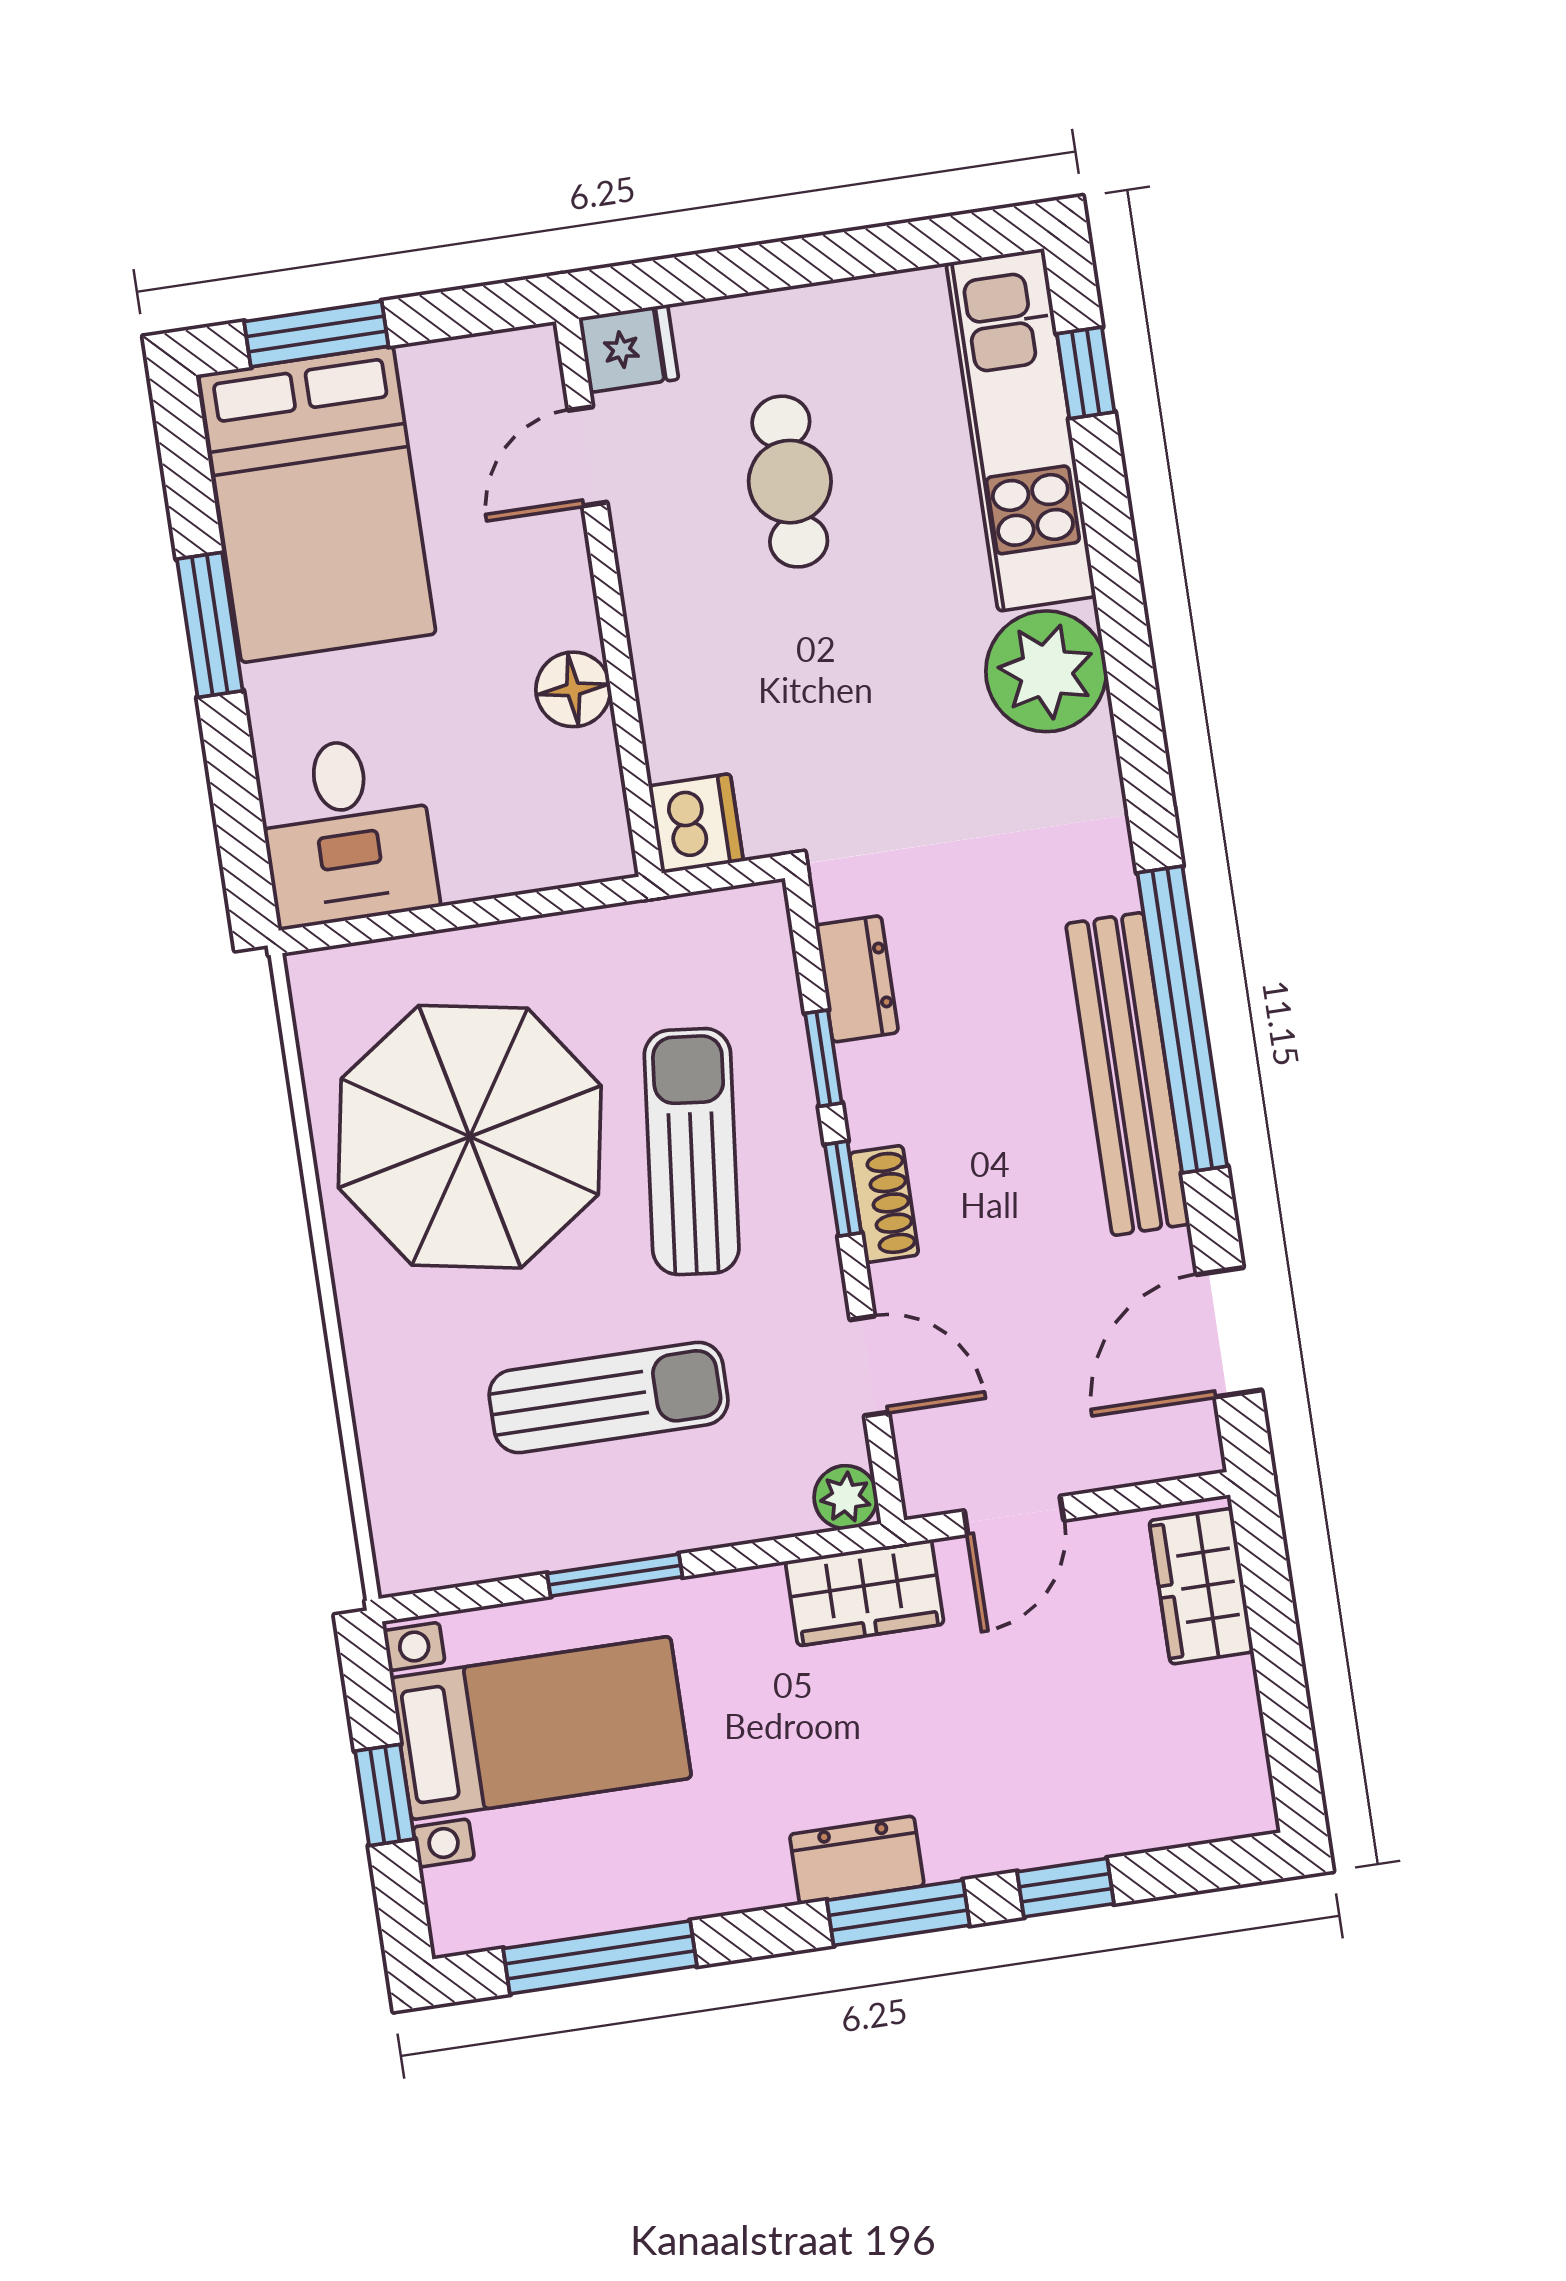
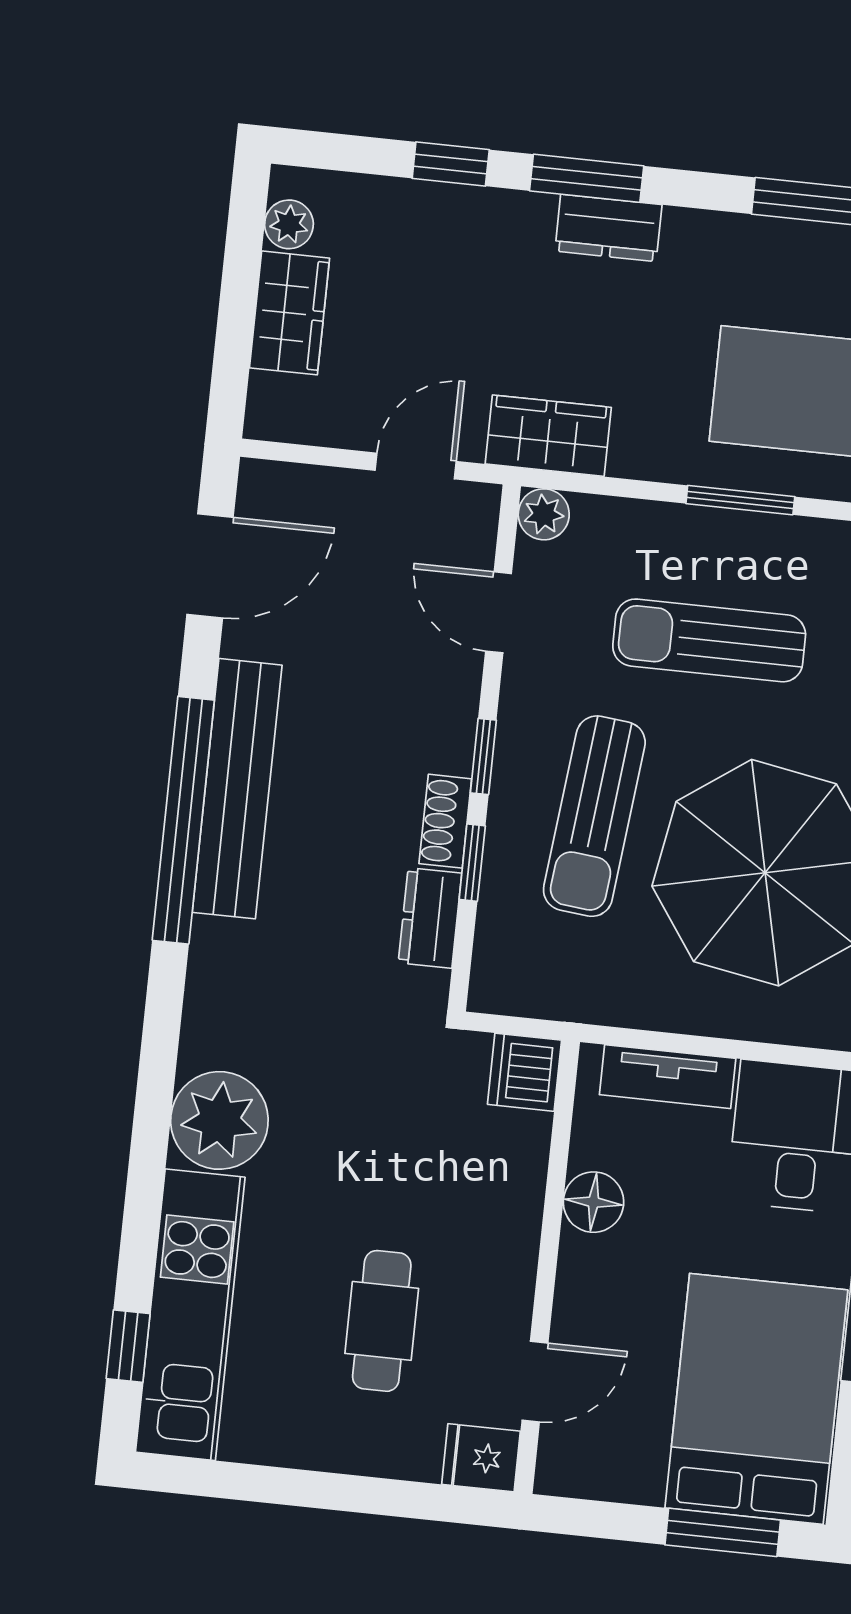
tv unit: (523, 863) -> (668, 1077), added
shoe rack: (884, 1204) -> (445, 821), moved
wardrobe: (1201, 1586) -> (289, 313), moved
plant: (1240, 1765) -> (289, 224), added

